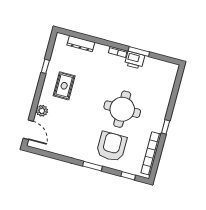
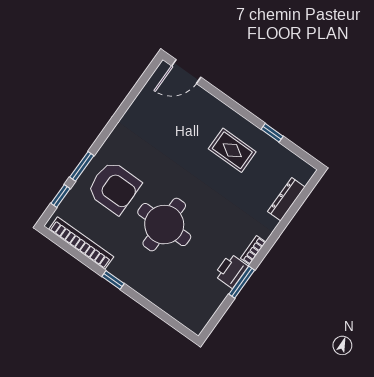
plant: (42, 111) -> (207, 103), removed
window: (92, 166) -> (82, 166), moved

